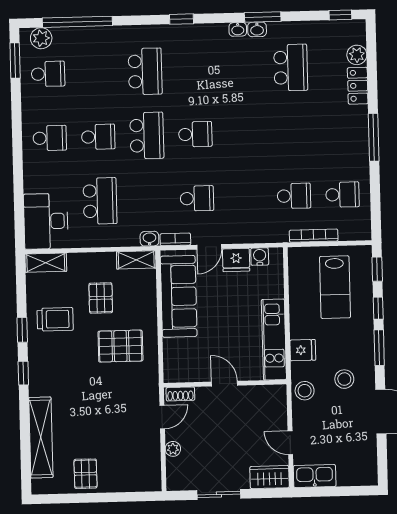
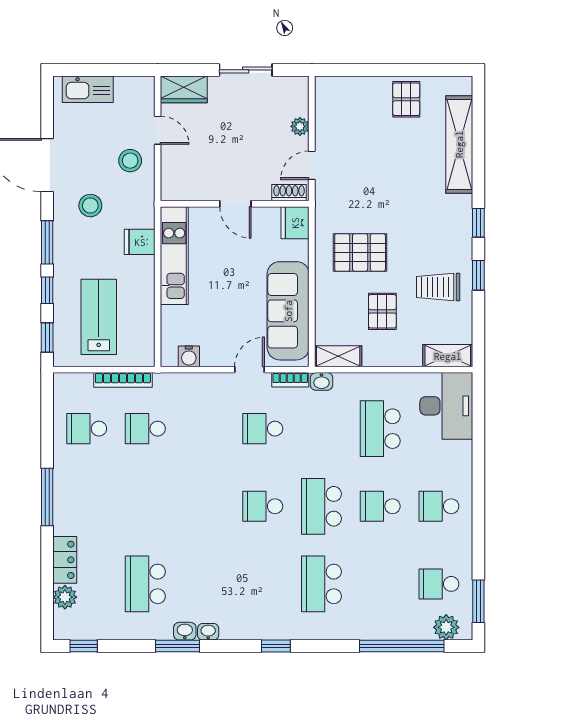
fridge: (236, 260) -> (295, 223), moved, turned -90
stool: (305, 391) -> (130, 161), moved
kitchen sink: (315, 476) -> (88, 89), moved

